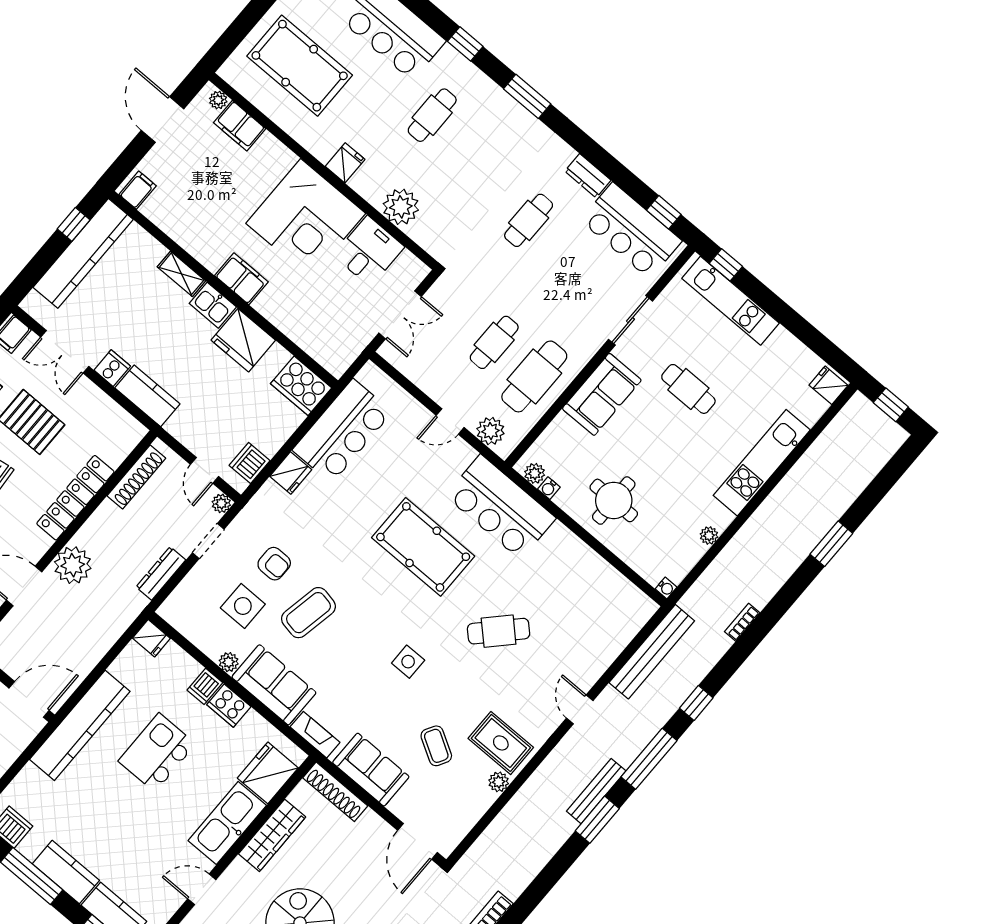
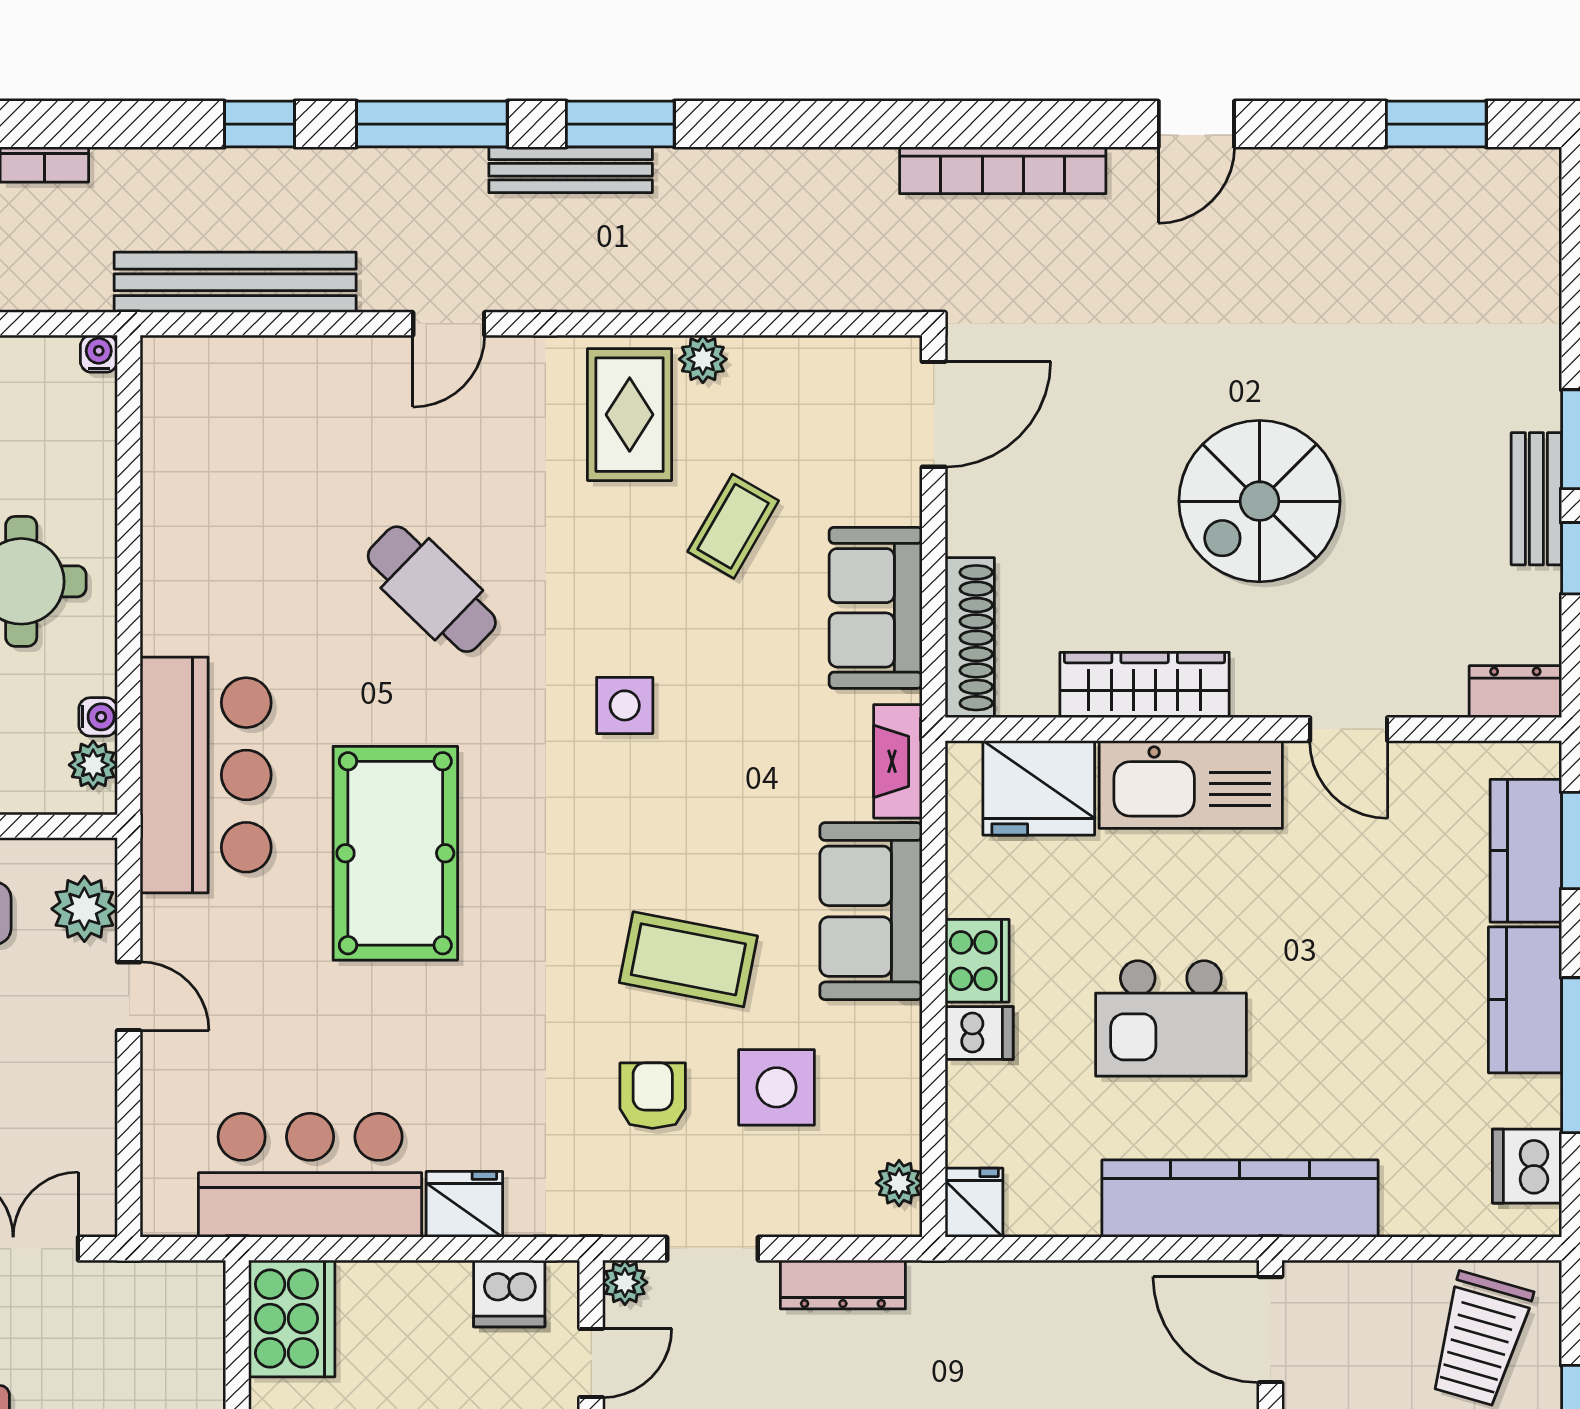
plant: (229, 662) -> (899, 1183), moved

